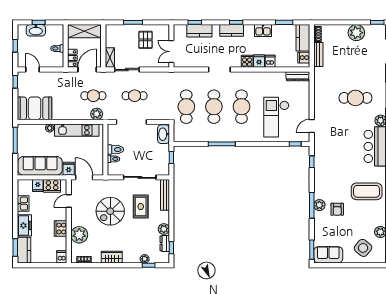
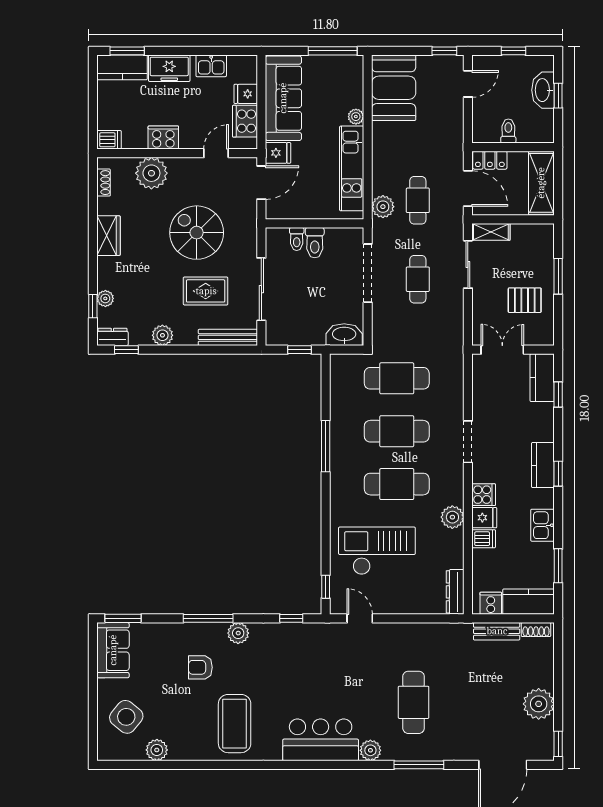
kitchen counter: (199, 31) -> (542, 378), moved
plant: (259, 78) -> (452, 517), added
door: (69, 201) -> (216, 153), hinge flipped
plant: (319, 205) -> (238, 633), moved
dresser: (165, 243) -> (112, 337), moved

